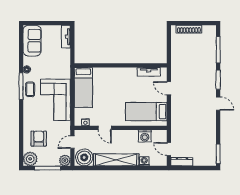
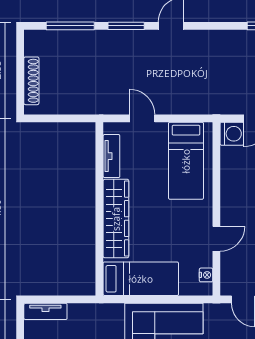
wardrobe: (115, 74) -> (116, 219), added
door: (169, 88) -> (142, 118), swing flipped
washing machine: (145, 136) -> (232, 134), moved

